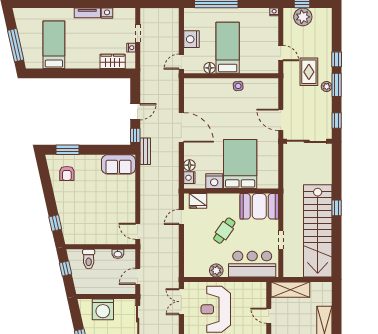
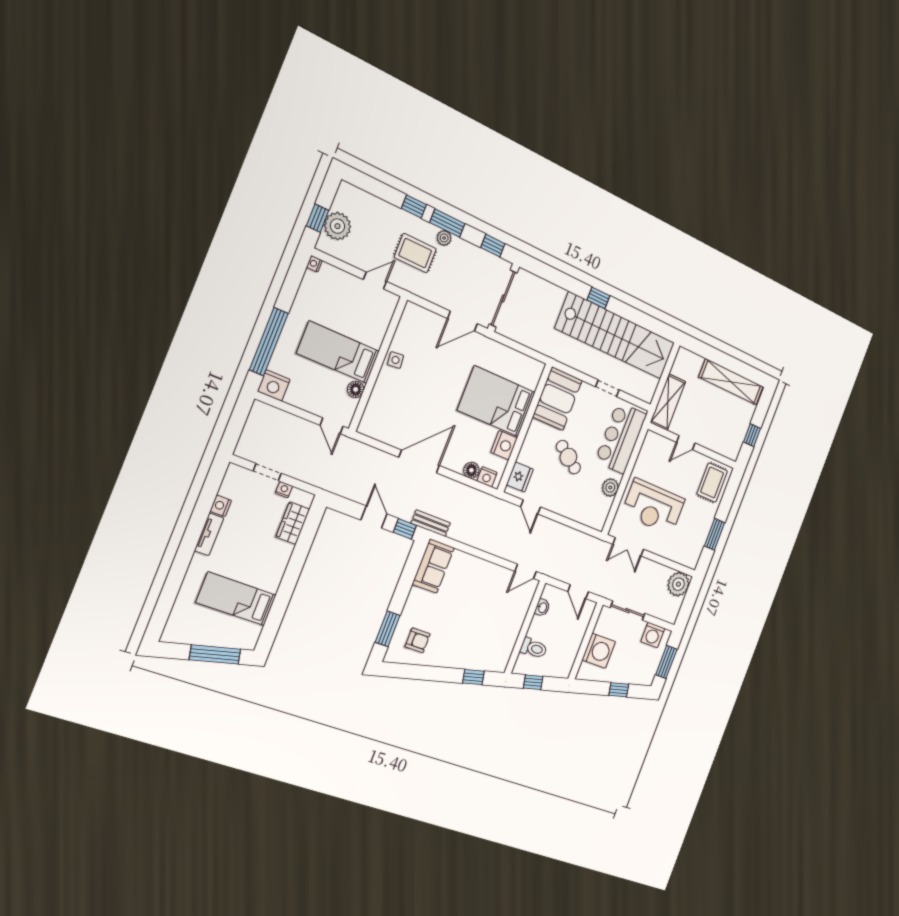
nightstand: (191, 39) -> (274, 385), moved

